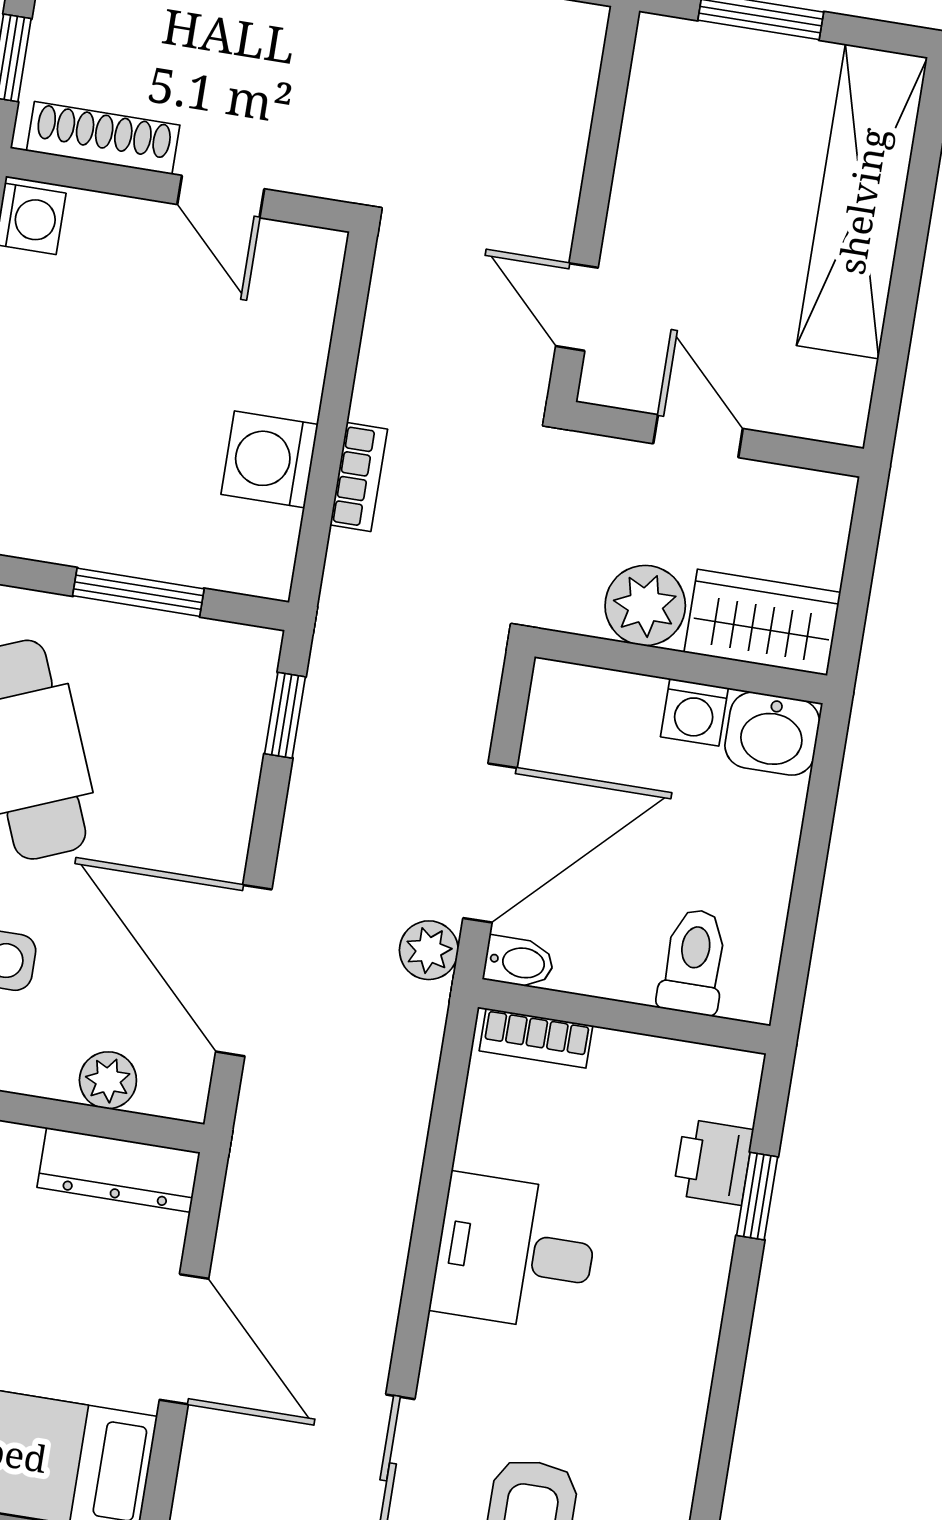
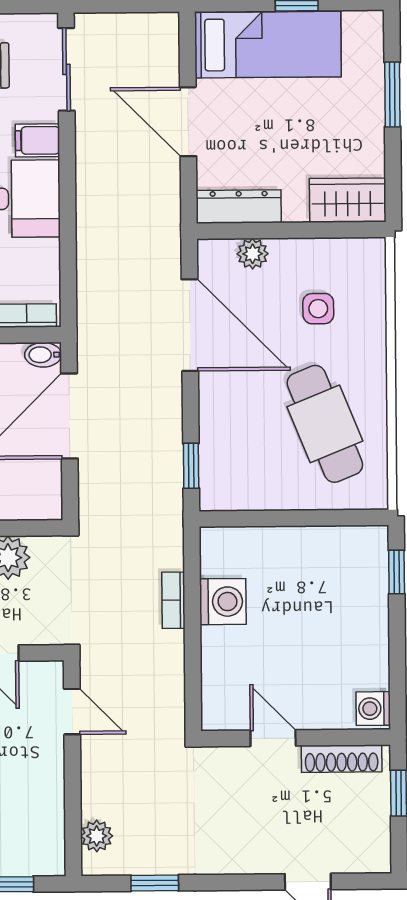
window: (138, 592) -> (281, 518), removed
plant: (429, 950) -> (97, 836), moved
filing cabinet: (463, 1352) -> (37, 140), added

